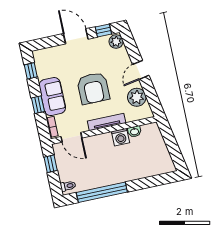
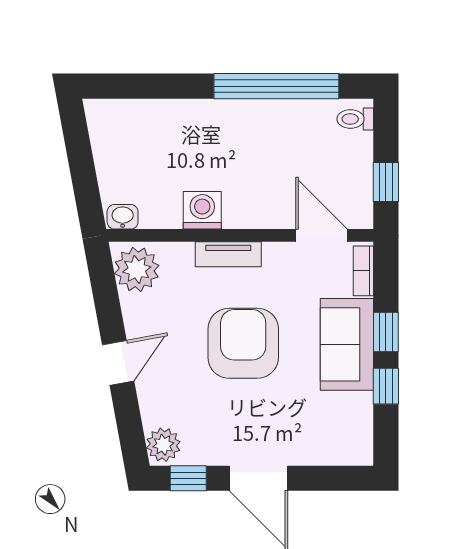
window: (31, 71) -> (386, 386), moved
plant: (137, 97) -> (137, 269), moved
tv unit: (107, 122) -> (228, 254), width x0.71
washbasin: (134, 131) -> (123, 217), moved

